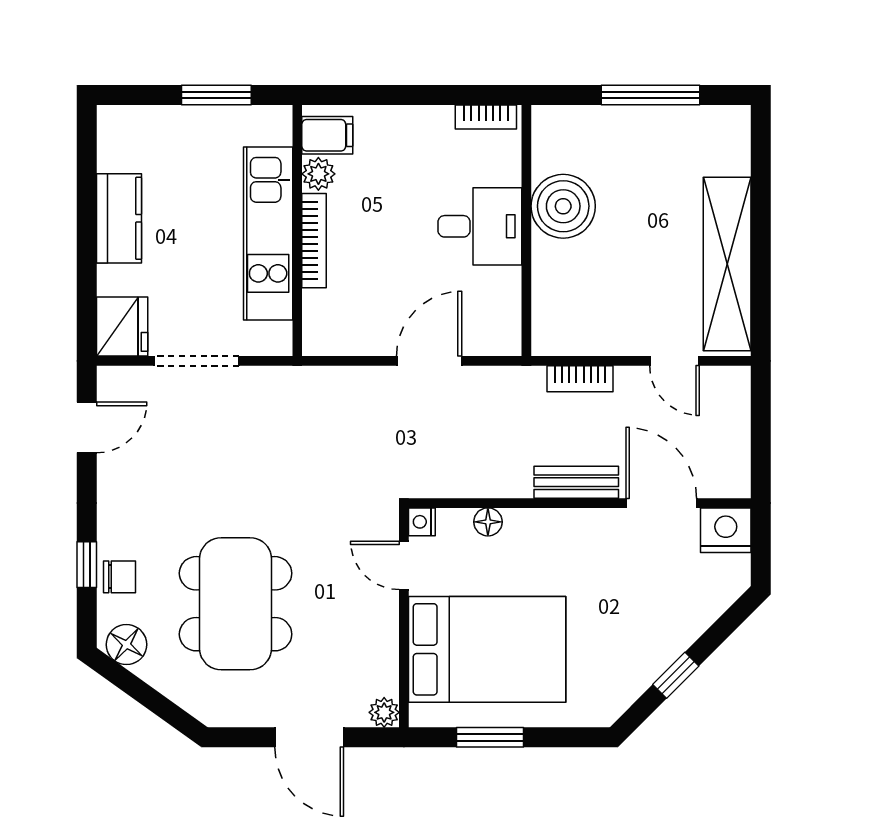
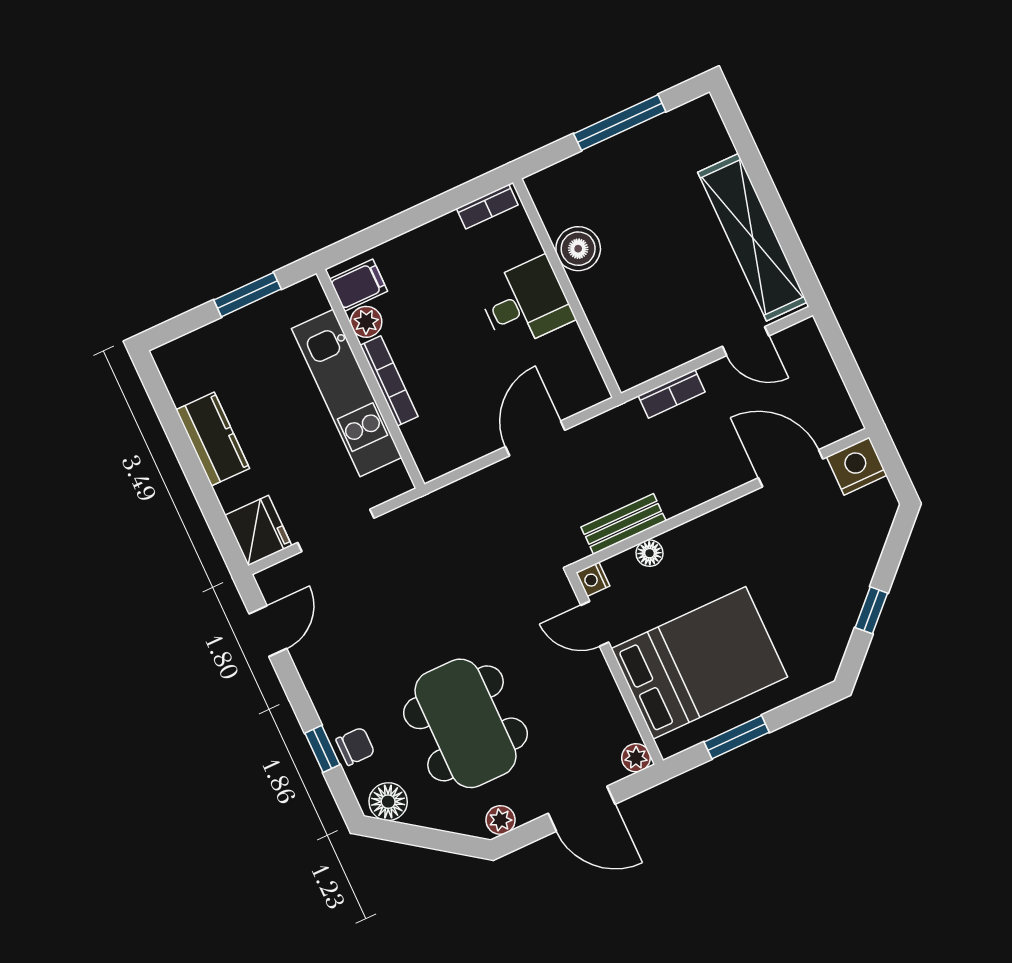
boiler: (563, 206) -> (578, 249), width x0.73, depth x0.73
bench: (576, 482) -> (623, 524), moved
plant: (226, 712) -> (501, 820), added

